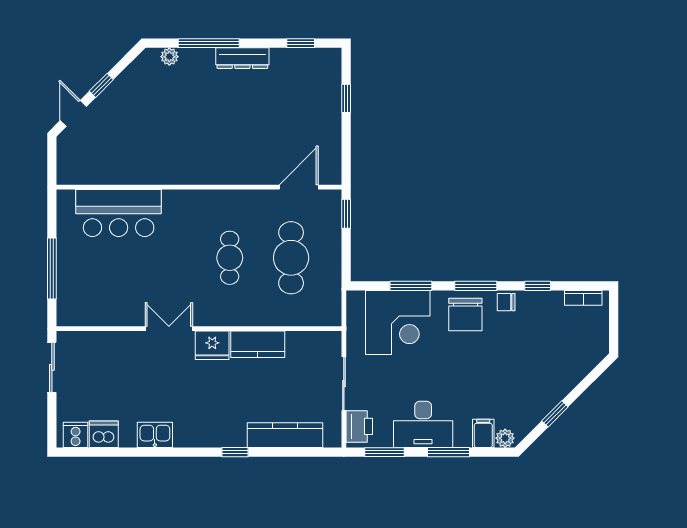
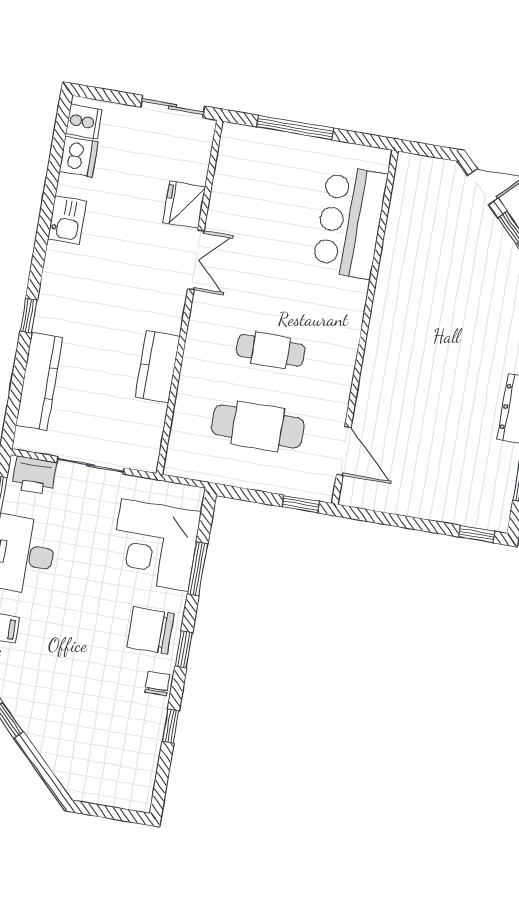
window: (346, 98) -> (477, 534), moved
window: (476, 286) -> (184, 649), width x0.67
bookcase: (583, 298) -> (146, 780), removed
fridge: (212, 345) -> (184, 205), moved

